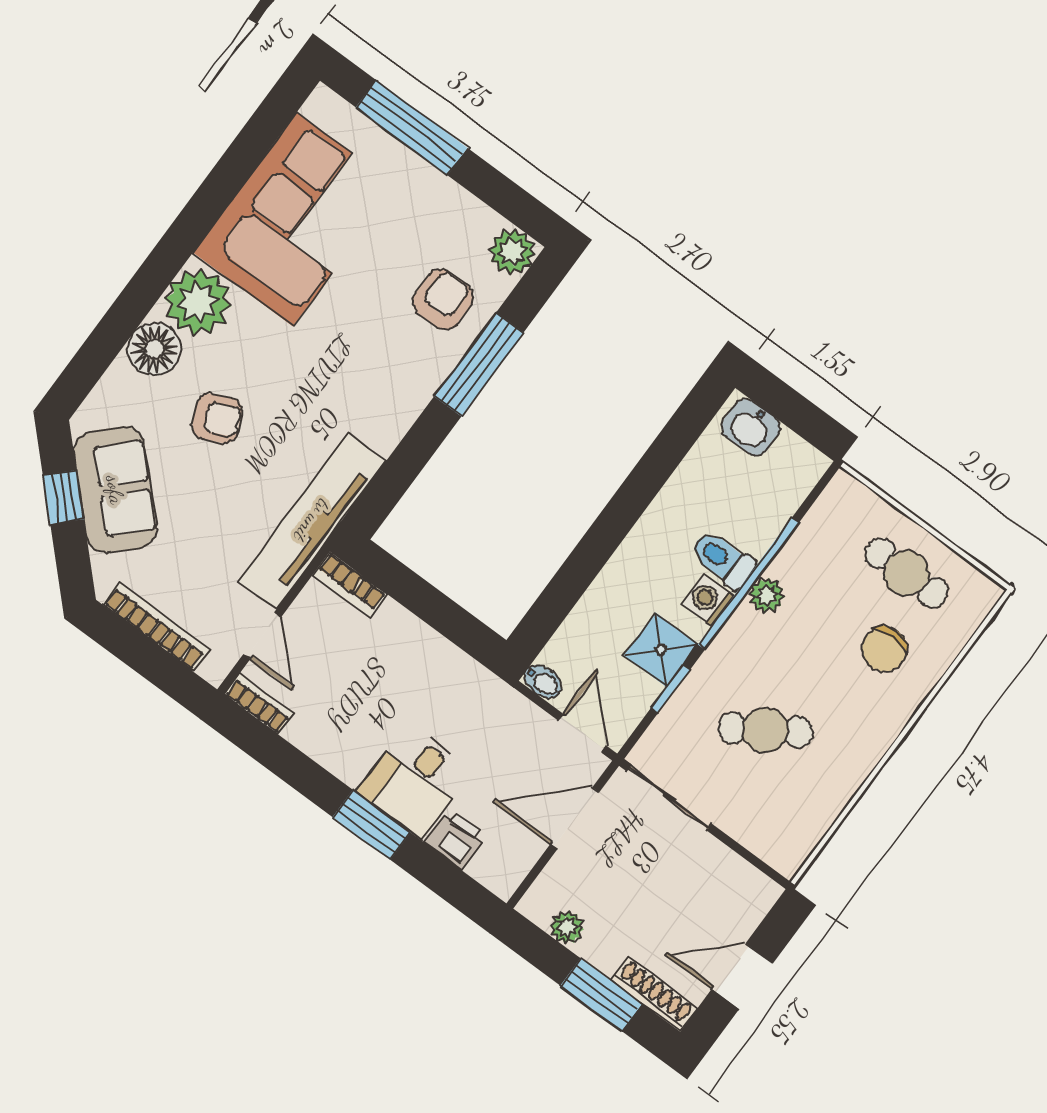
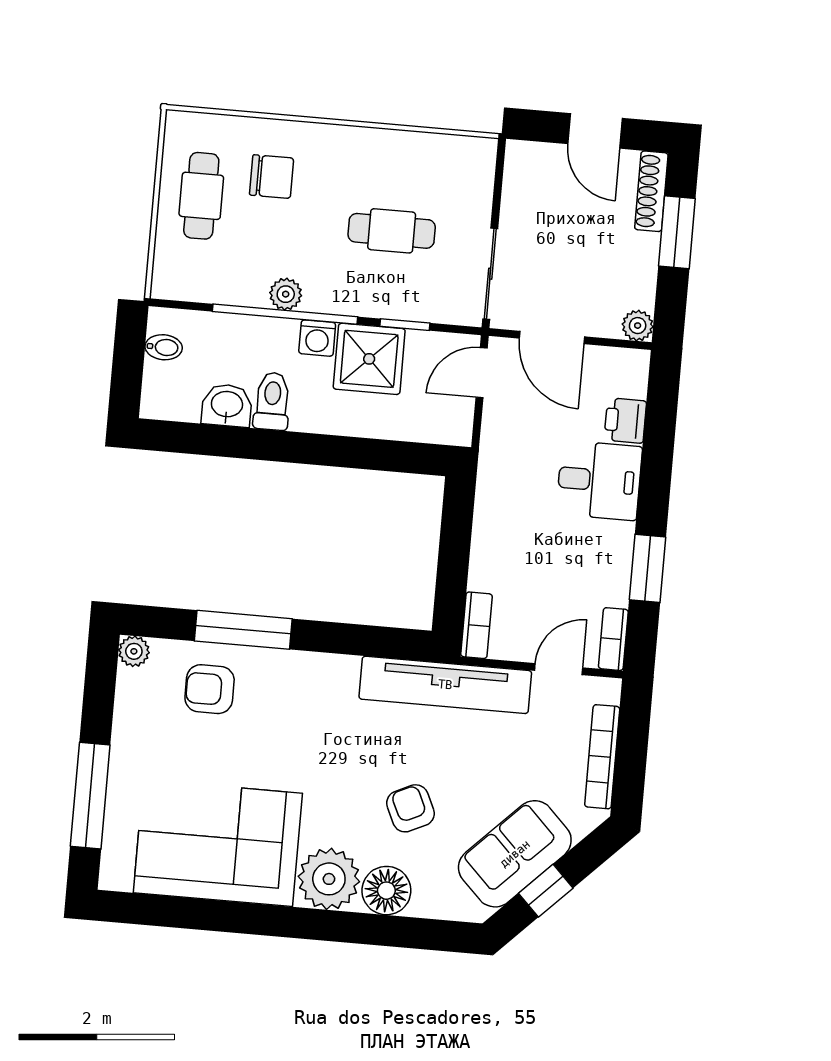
plant: (512, 252) -> (134, 651), width x0.73, depth x0.73
washbasin: (751, 427) -> (227, 405), moved, turned -90
toilet: (722, 559) -> (272, 401), moved, turned 180
shower: (661, 650) -> (369, 359), width x1.36, depth x1.36
bidet: (543, 682) -> (164, 347), moved, turned 90
cafe table: (765, 730) -> (392, 231), turned -57
window: (371, 825) -> (647, 568), moved
plant: (567, 927) -> (638, 326), moved

